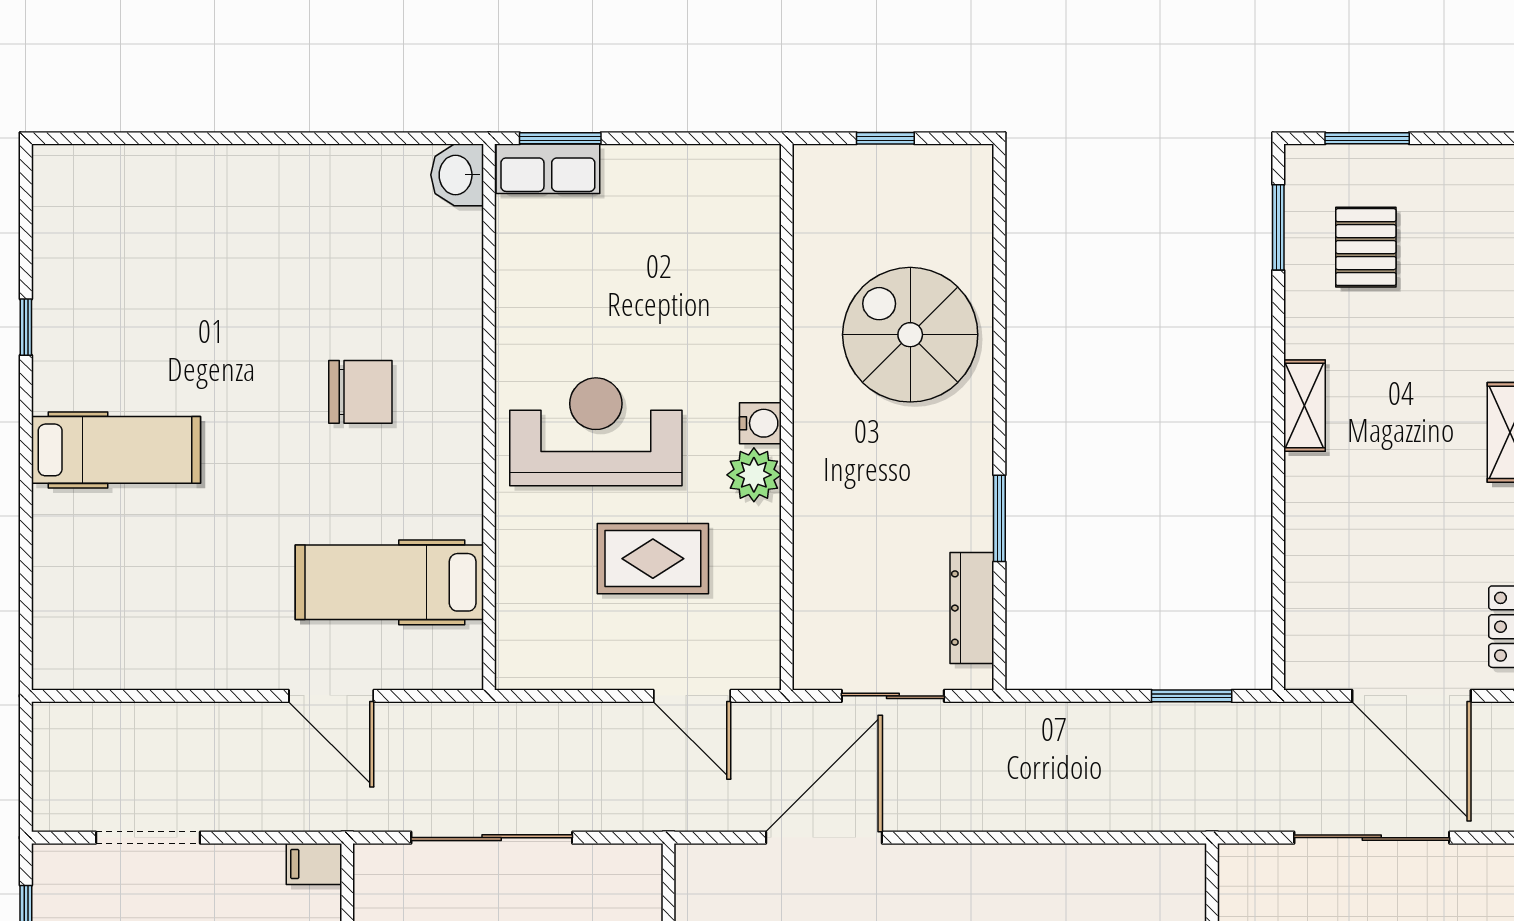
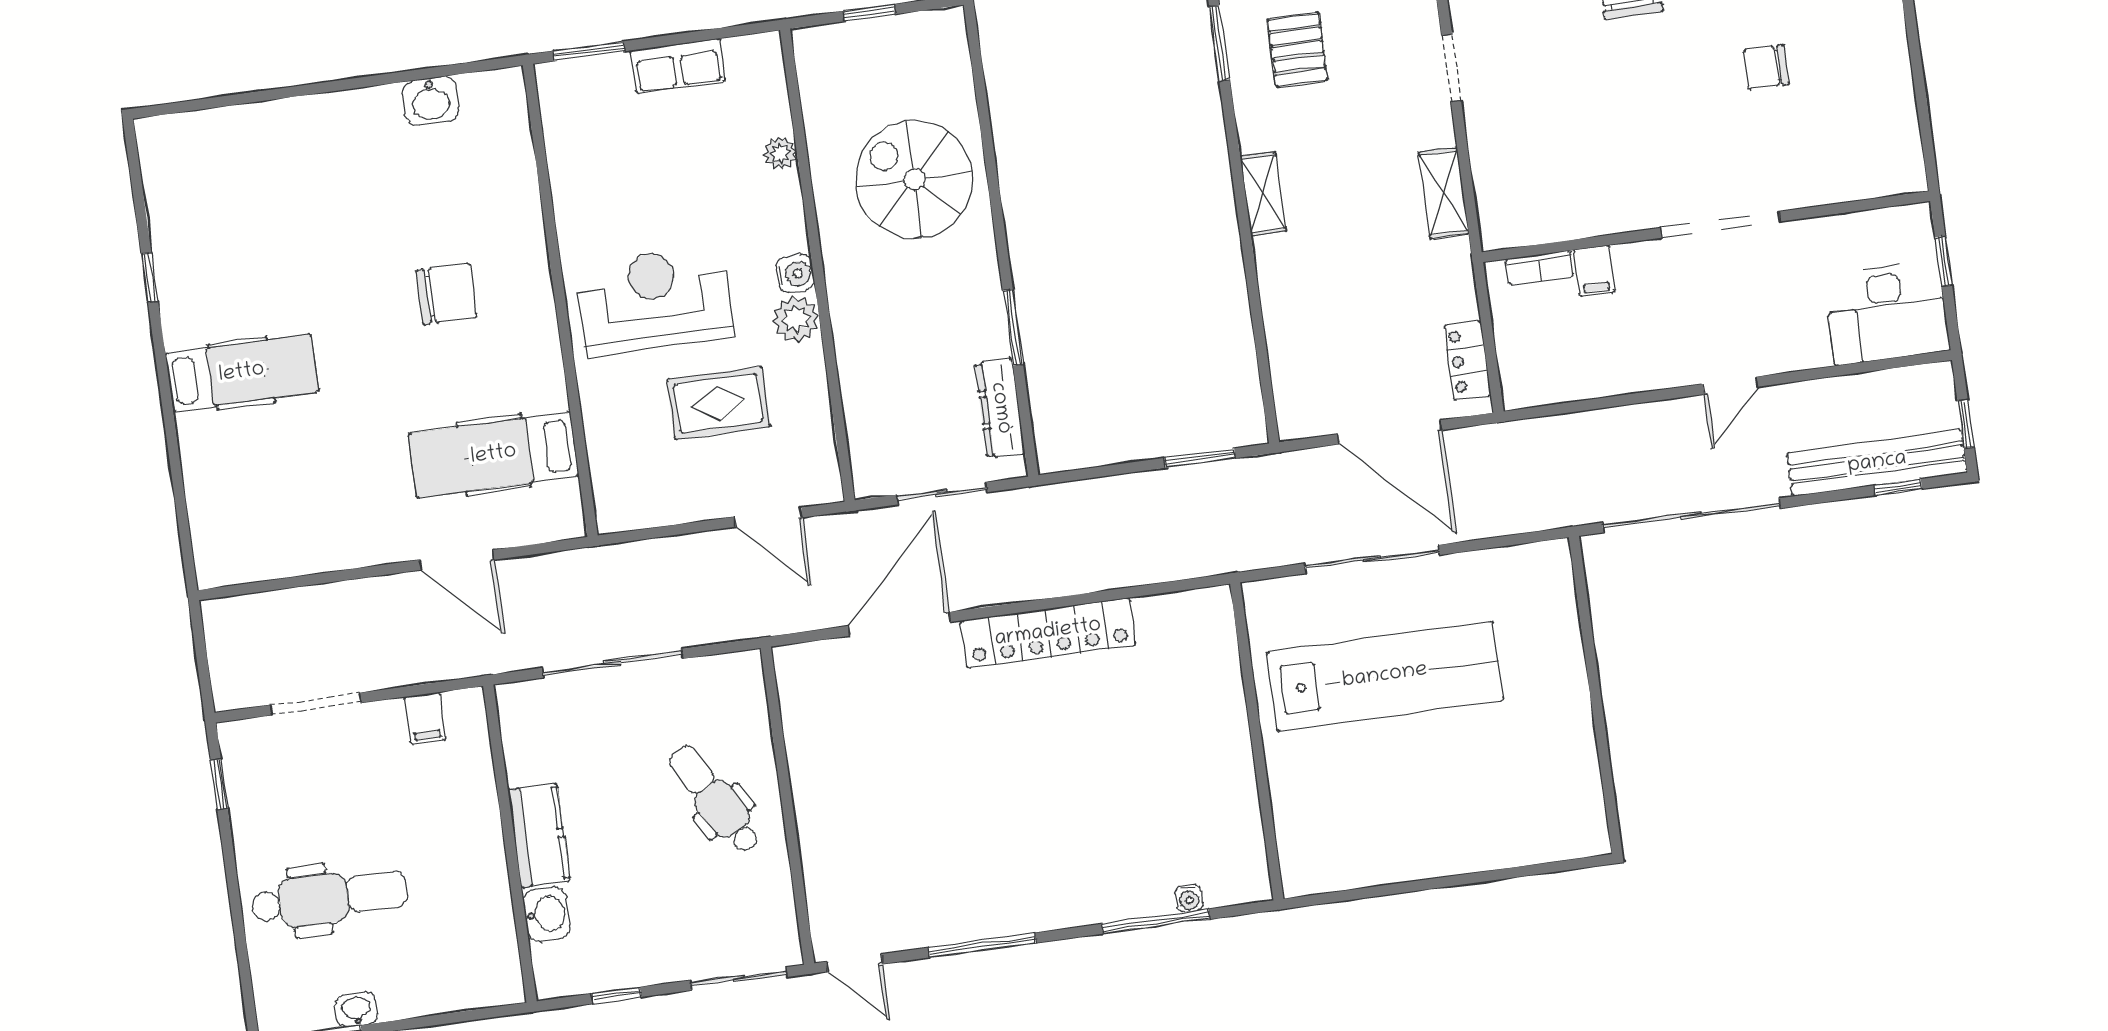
row of seats: (548, 169) -> (678, 66), moved
washbasin: (457, 175) -> (431, 101), moved, turned -90
plant: (762, 284) -> (780, 153), added
filing cabinet: (314, 864) -> (425, 718), moved, turned -90
locker: (992, 871) -> (1048, 633), added

